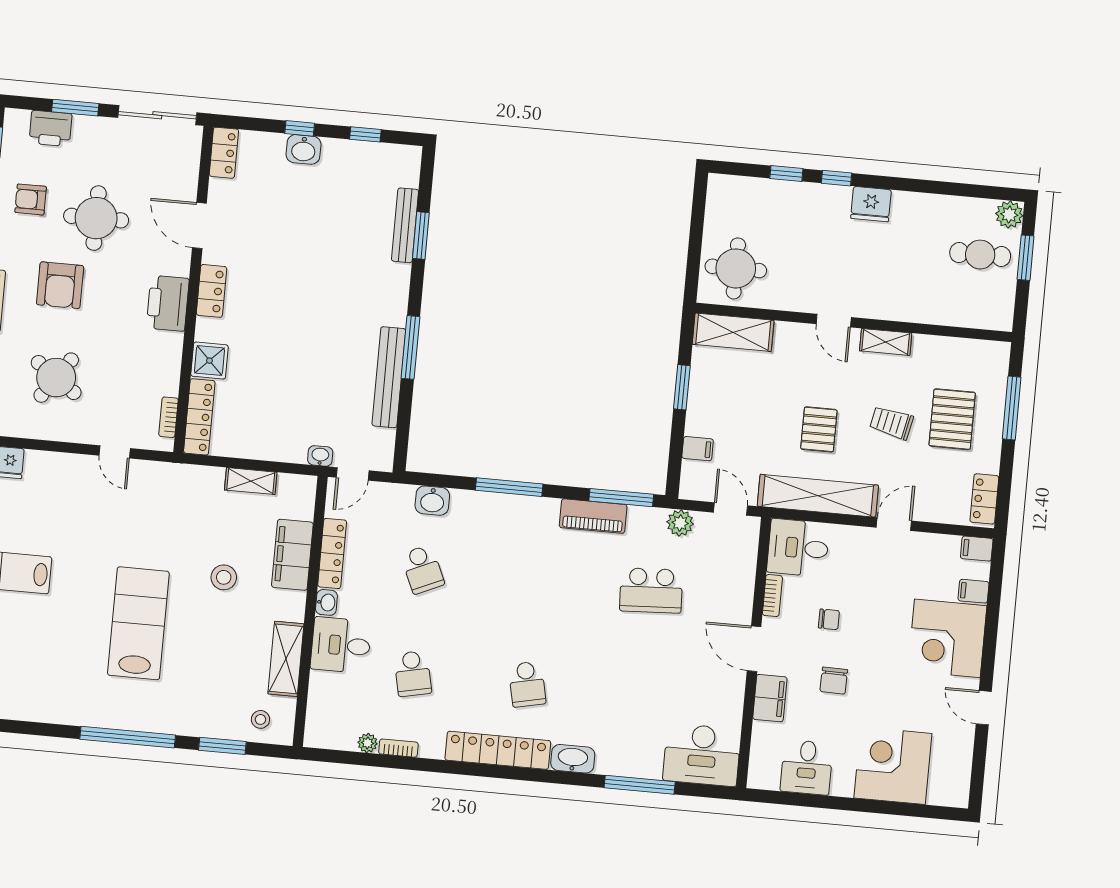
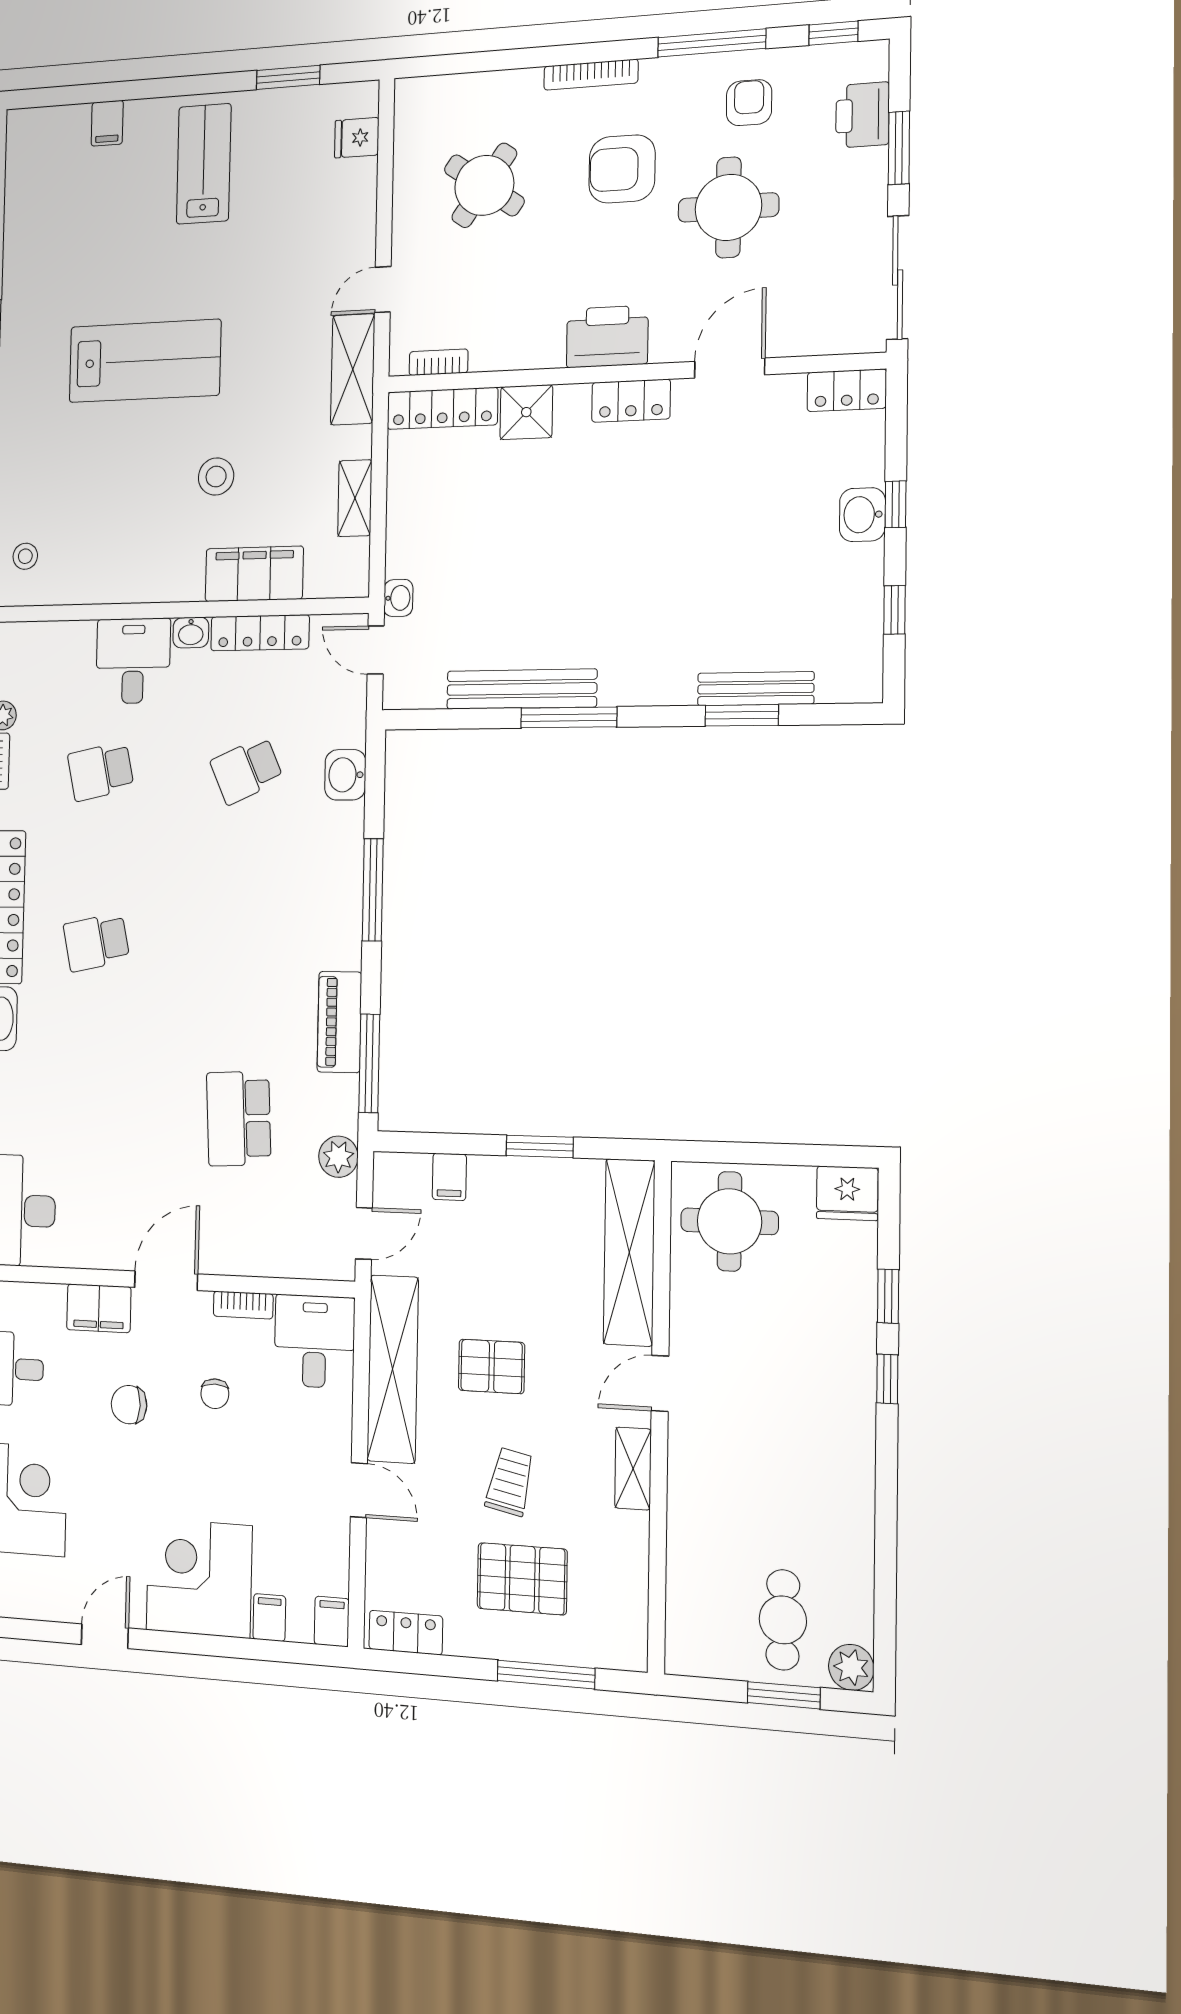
fridge: (871, 204) -> (847, 1193), moved, turned -90
shelving: (733, 332) -> (629, 1252), width x1.47
shelving: (286, 659) -> (353, 369), moved, turned 90

